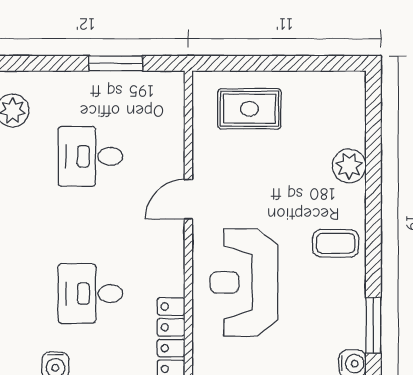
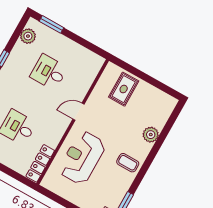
window: (116, 63) -> (52, 24), moved
rug: (249, 109) -> (124, 89), turned 90

